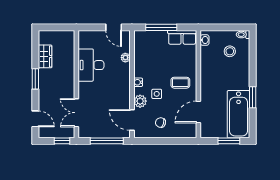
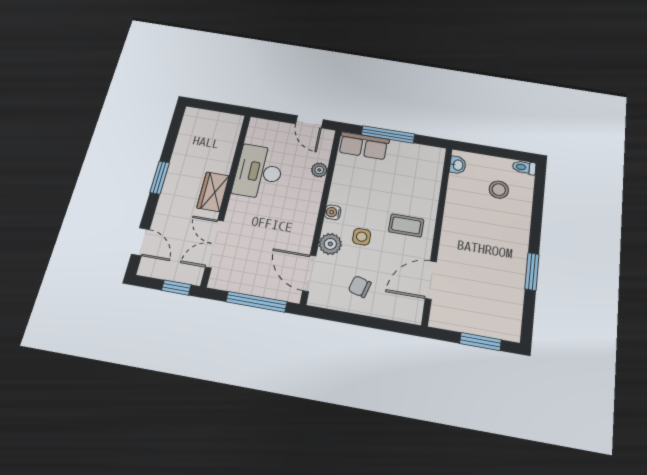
row of seats: (182, 37) -> (364, 146), moved
wardrobe: (45, 56) -> (213, 192), moved, turned 180
bathtub: (239, 114) -> (503, 297), removed

